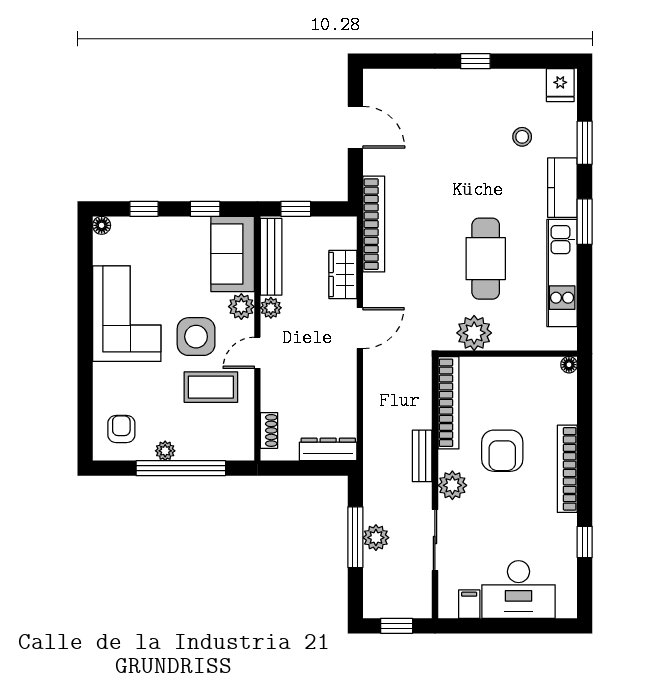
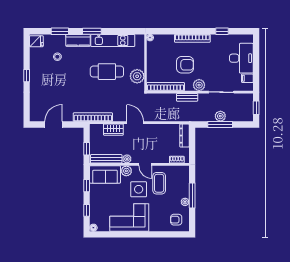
window: (181, 468) -> (192, 195), width x0.68

